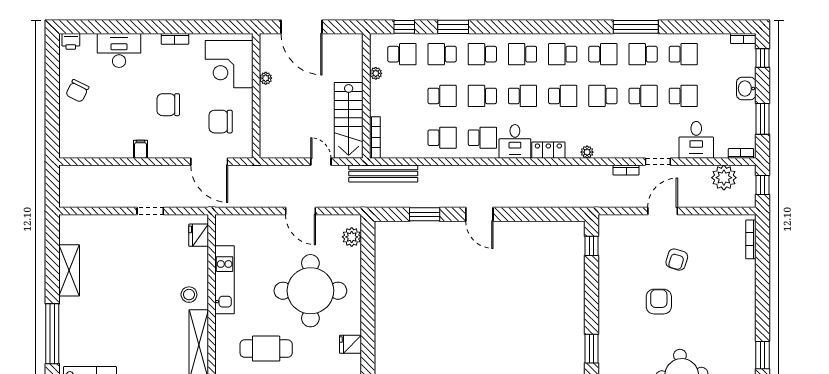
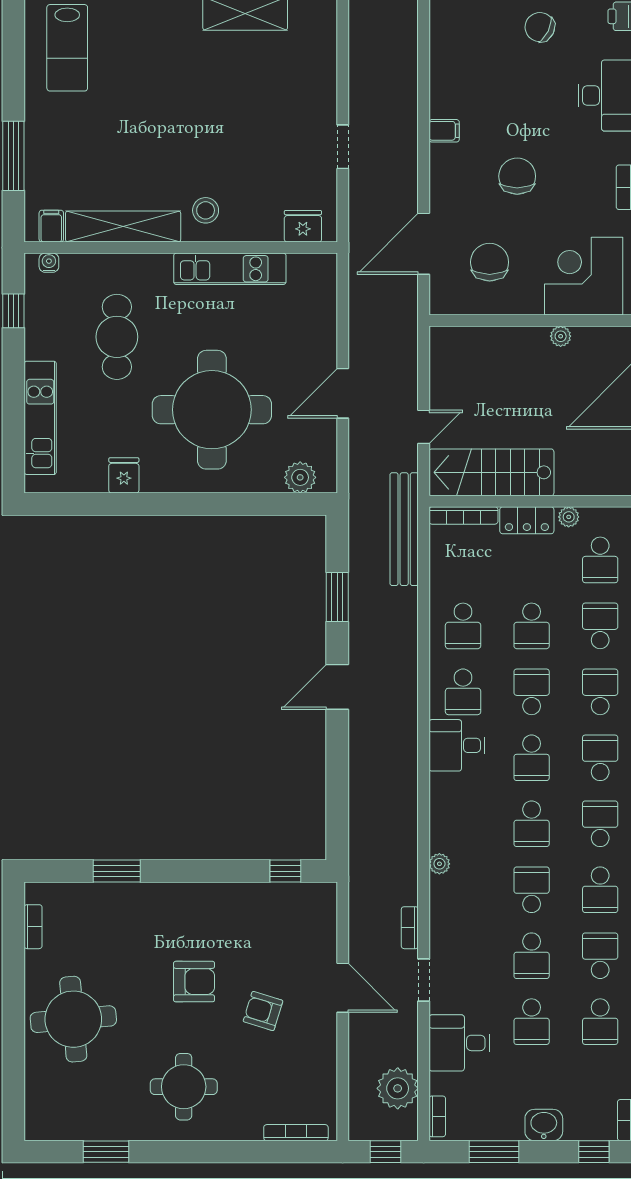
locker: (548, 150) -> (527, 520), moved, turned 90
round table: (723, 308) -> (184, 1087), added

